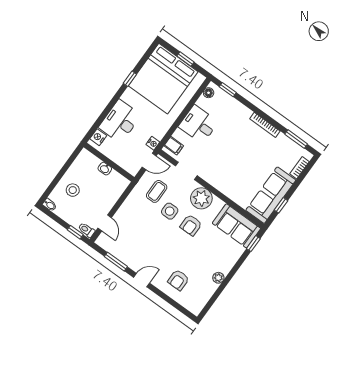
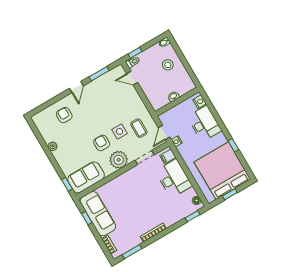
desk: (198, 124) -> (174, 178), width x1.37

